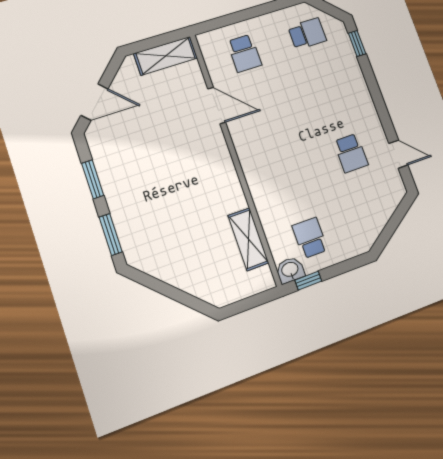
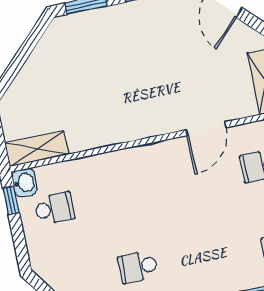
shelving: (248, 239) -> (37, 149), moved

